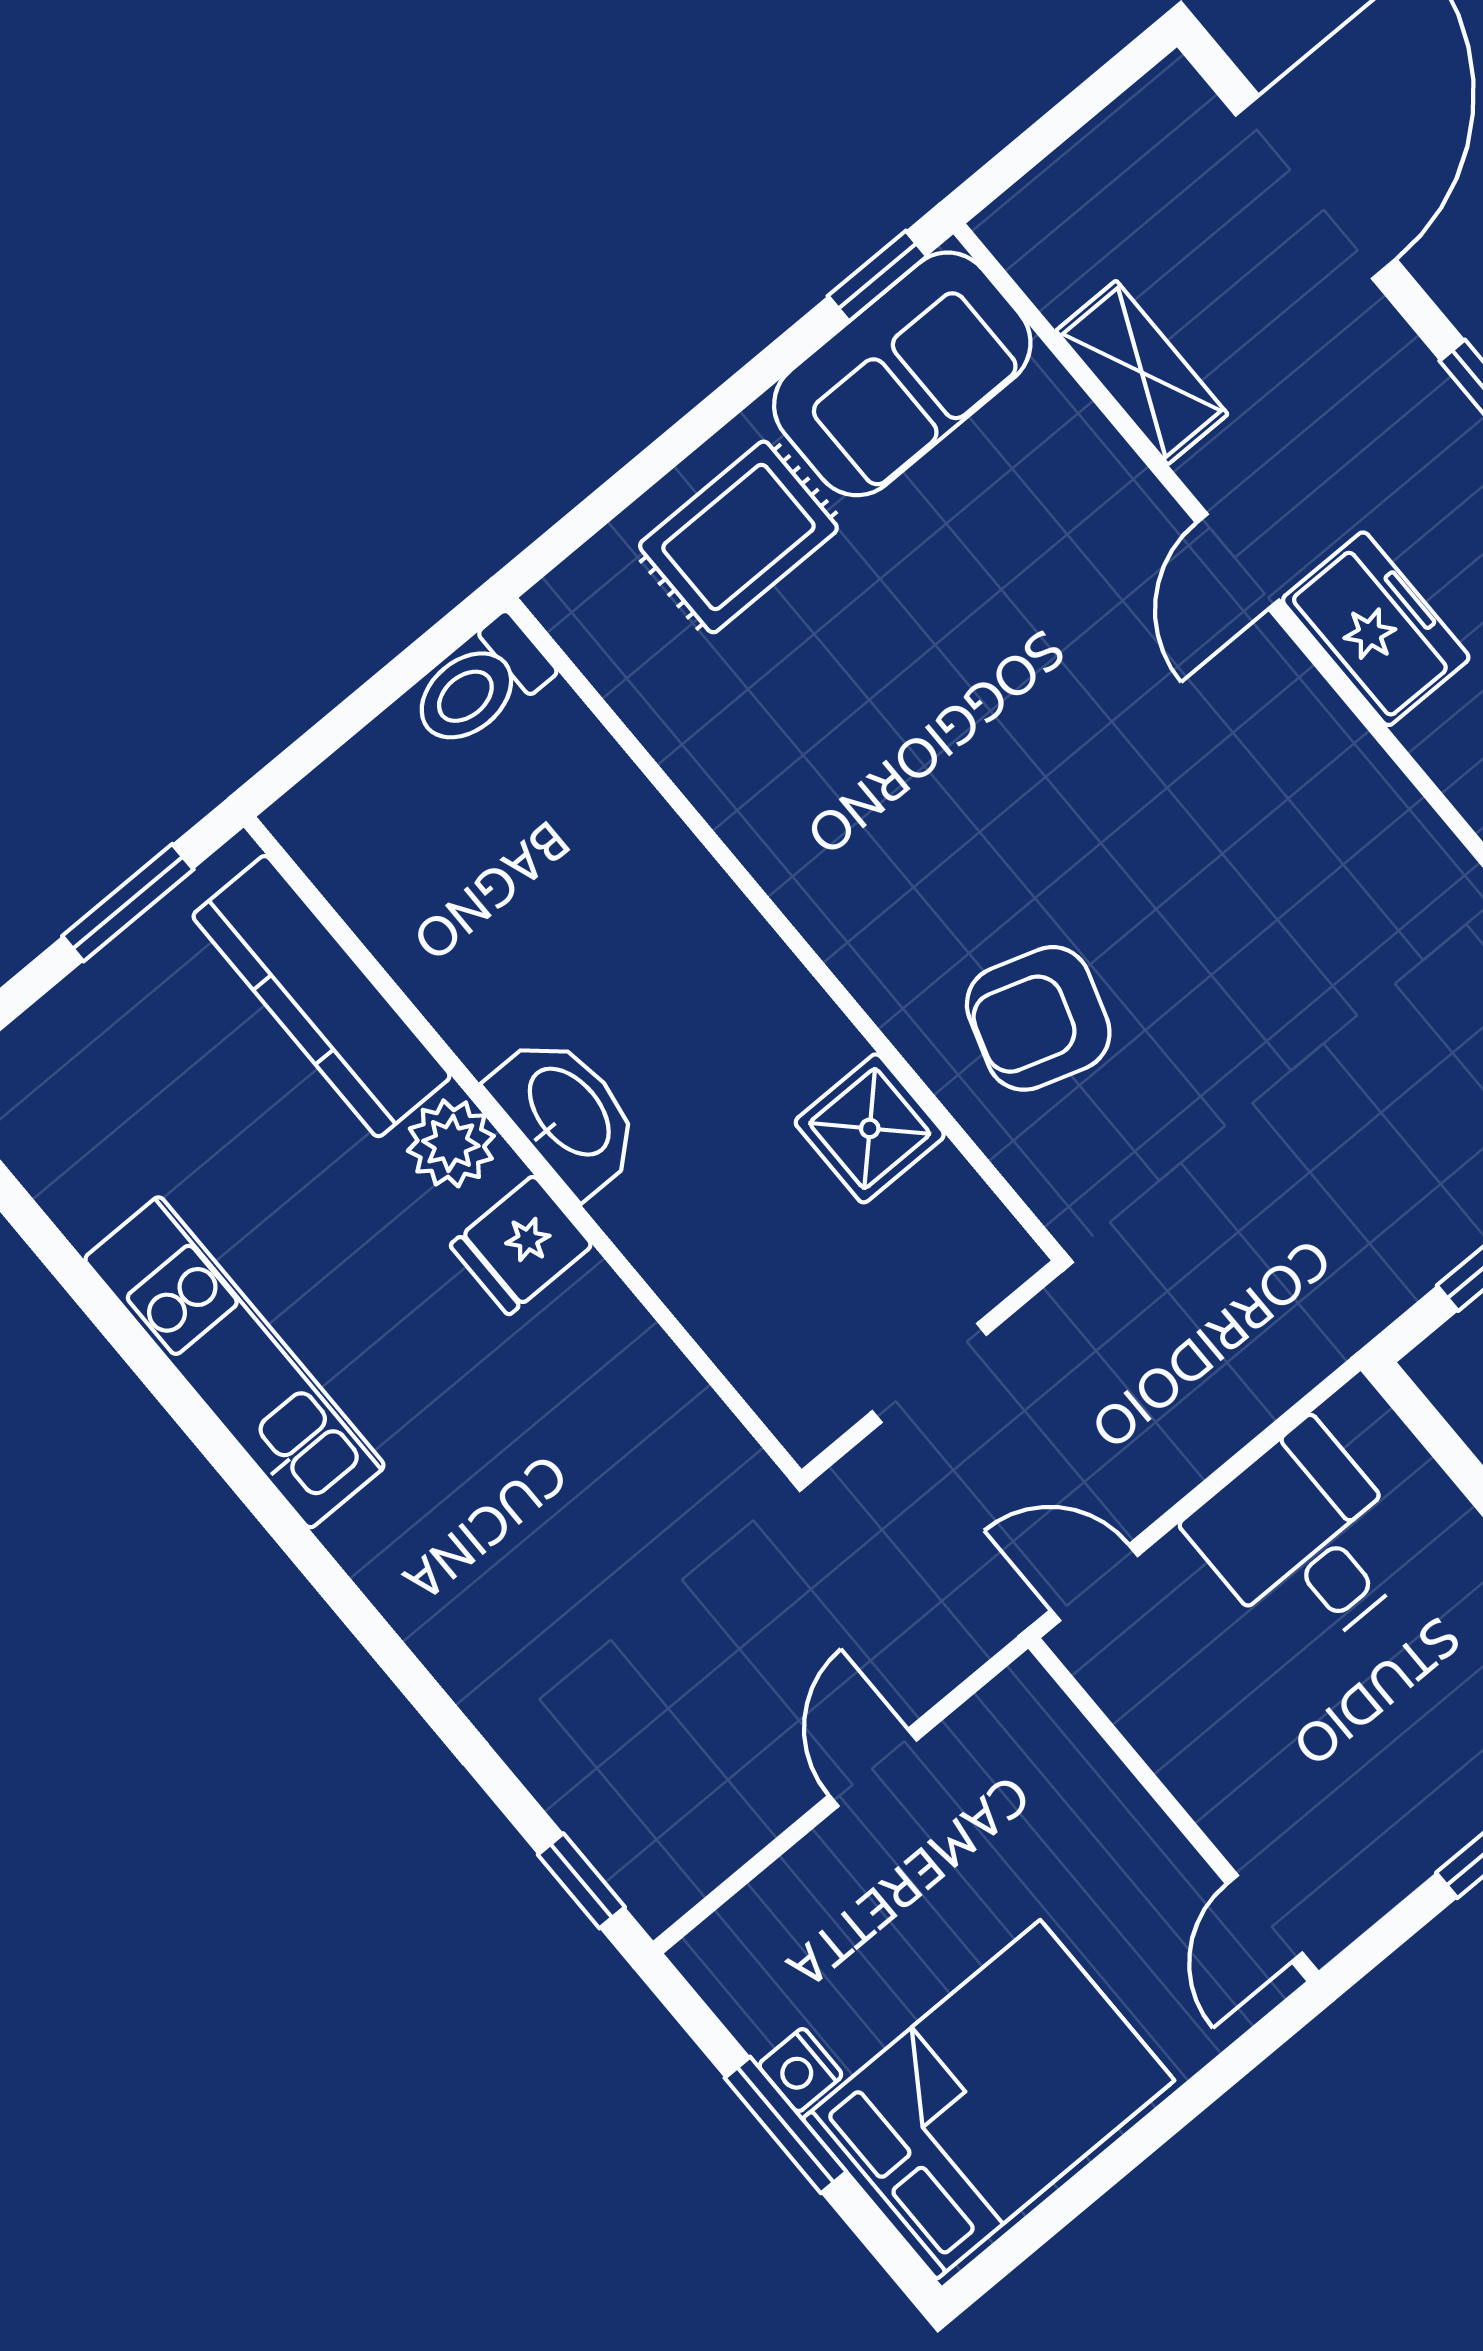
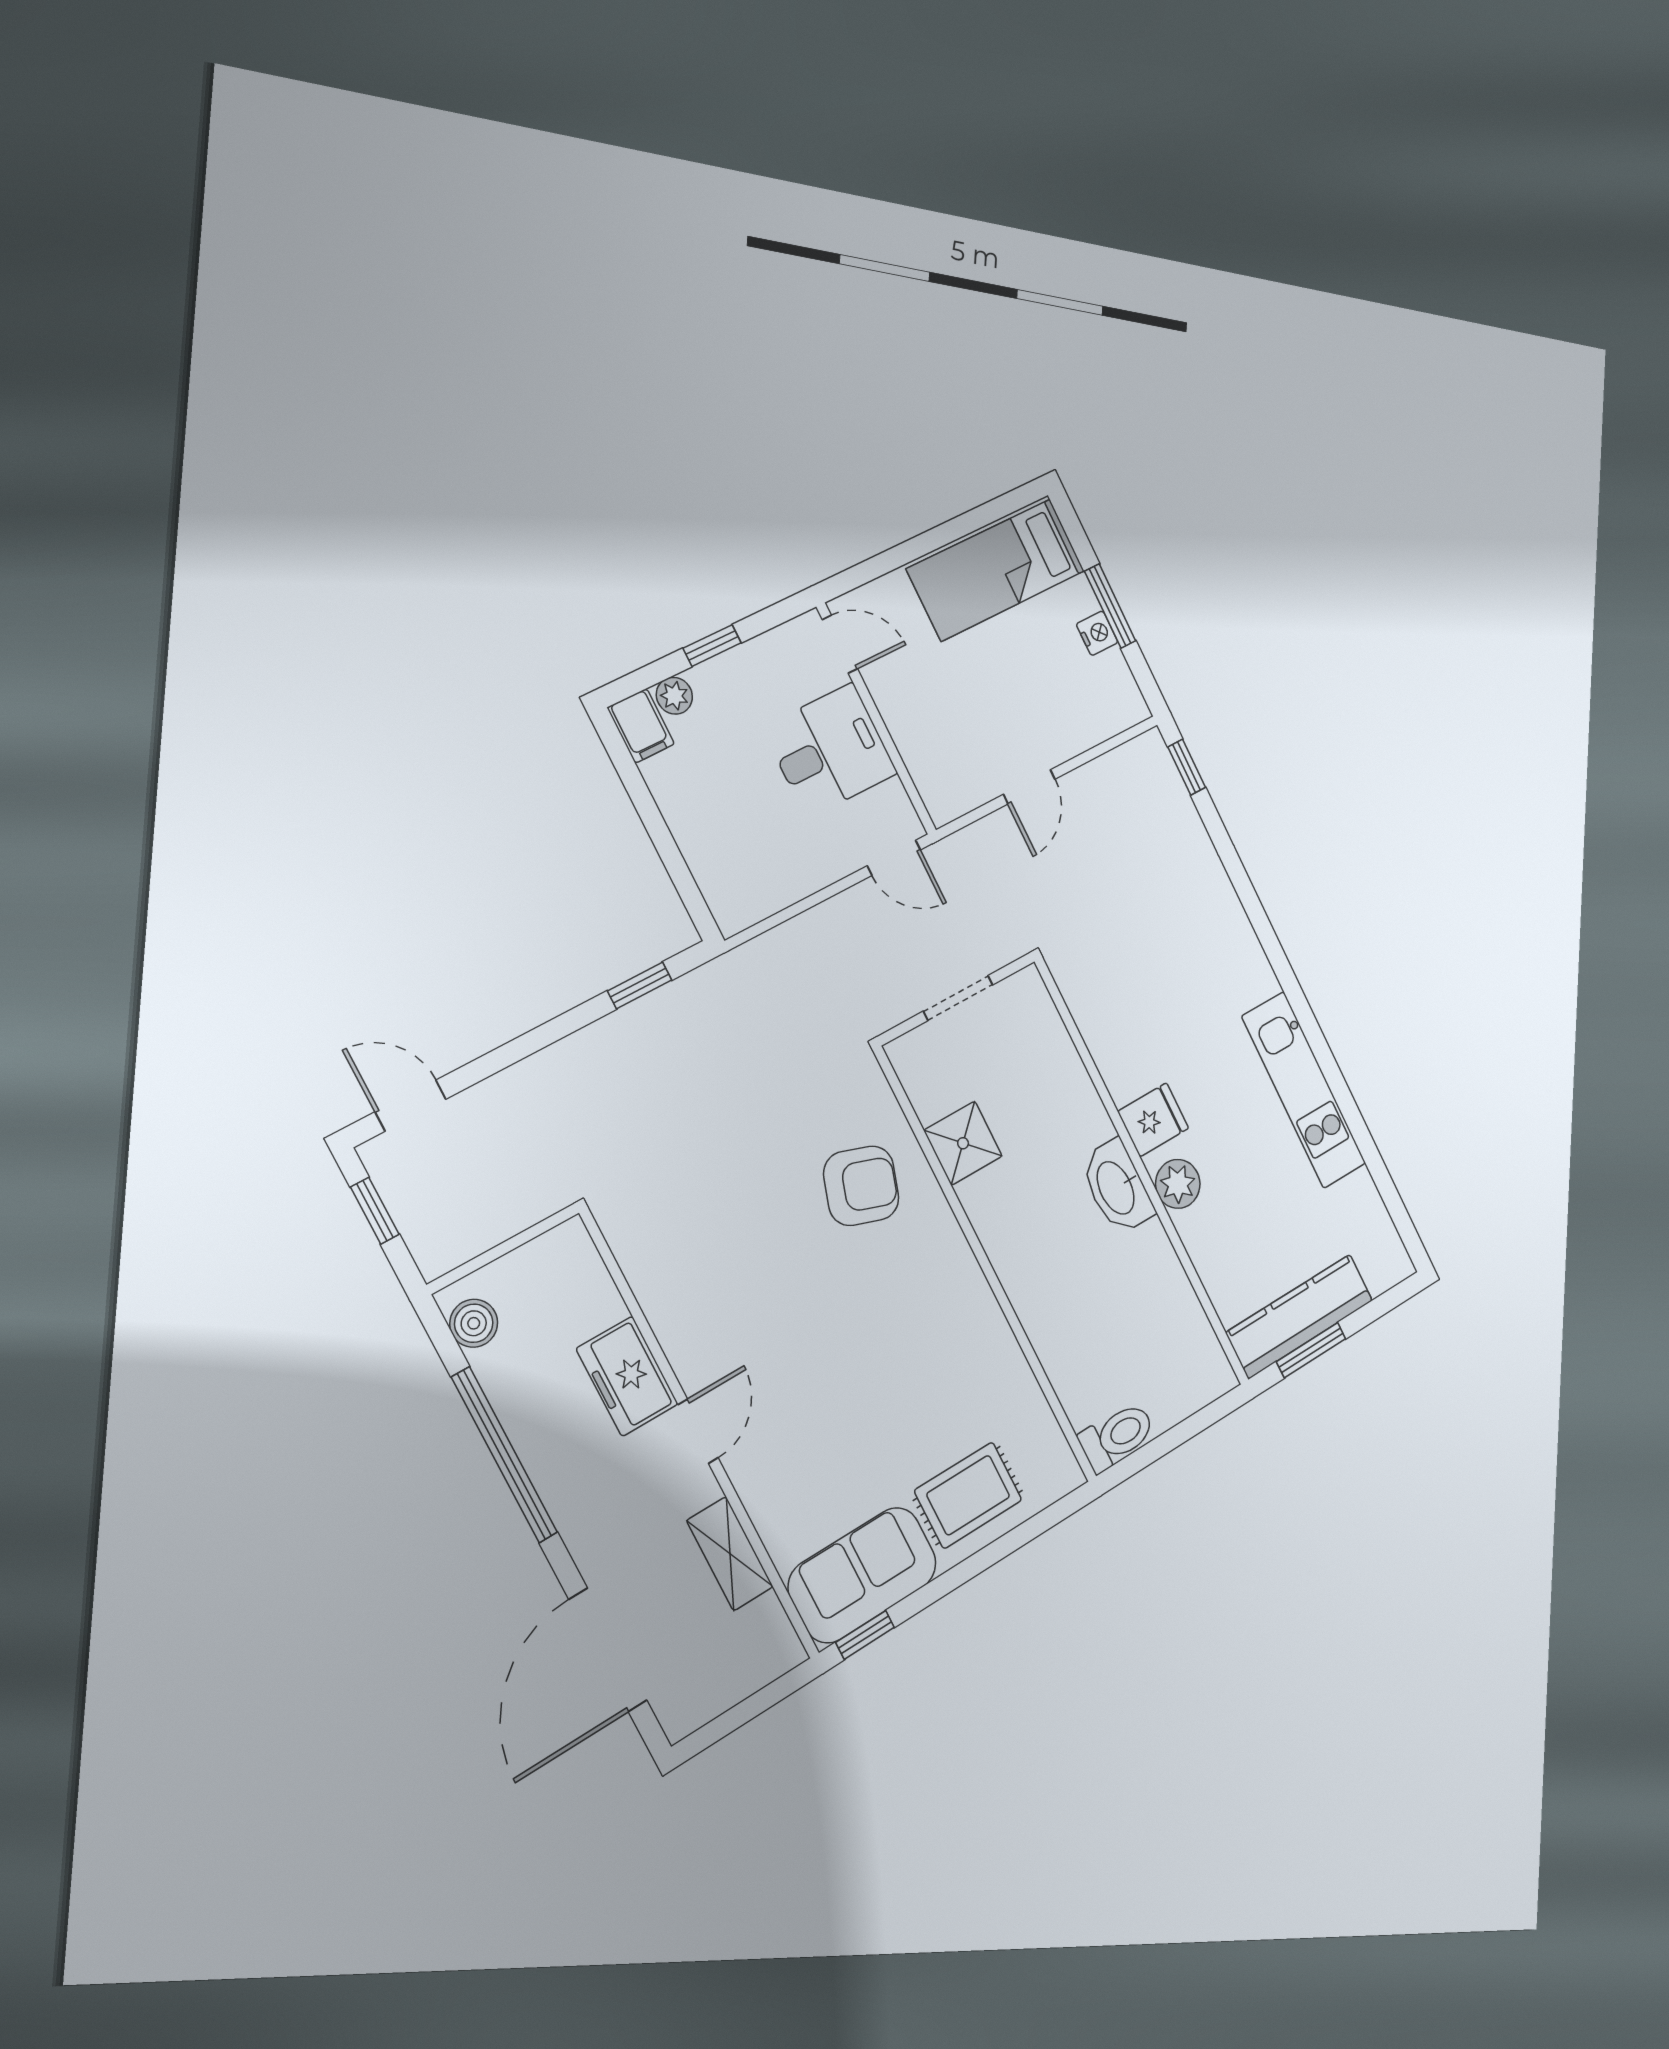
kitchen counter: (322, 996) -> (1299, 1316), moved, turned -90
desk: (1304, 1541) -> (830, 750), moved, turned -90
door: (1265, 1919) -> (840, 644), hinge flipped
bed: (988, 2100) -> (996, 570), width x0.67

